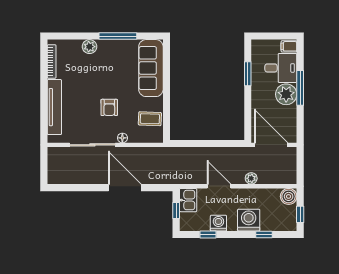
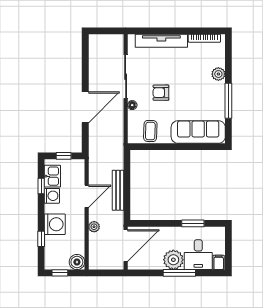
bench: (213, 153) -> (118, 190), added
kitchen sink: (188, 200) -> (52, 176), moved, turned -90

